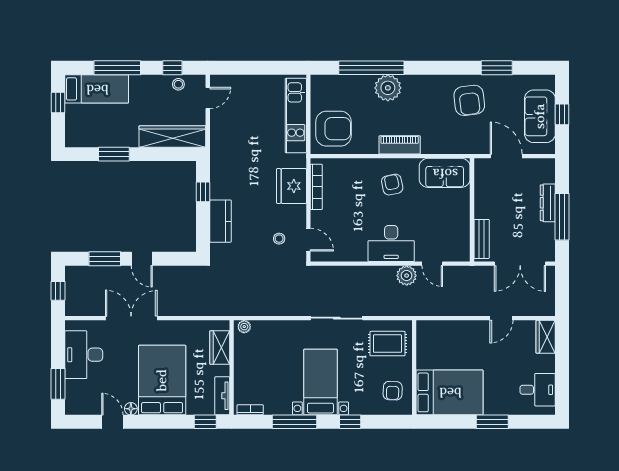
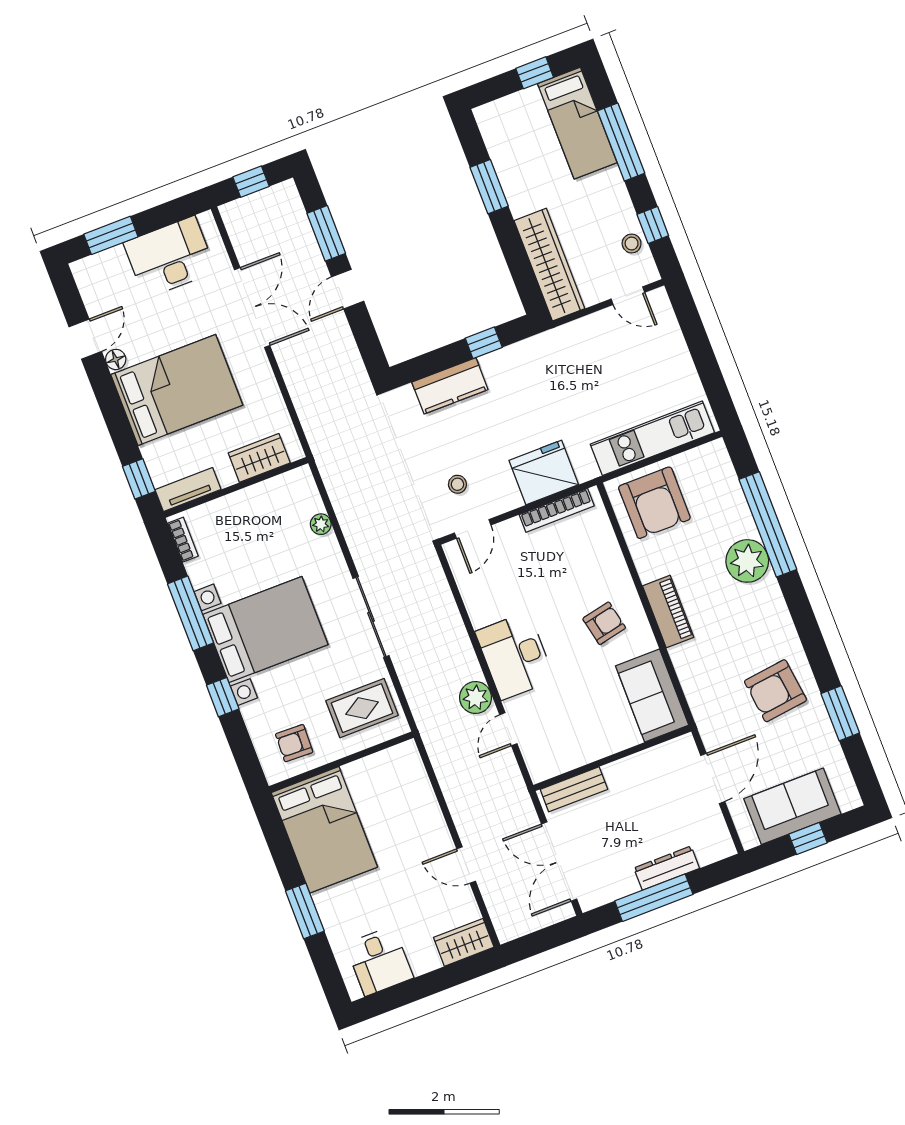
plant: (244, 327) -> (321, 524), moved
rug: (387, 344) -> (362, 708), turned 90
bed with nightstands: (320, 382) -> (265, 629), width x1.36

